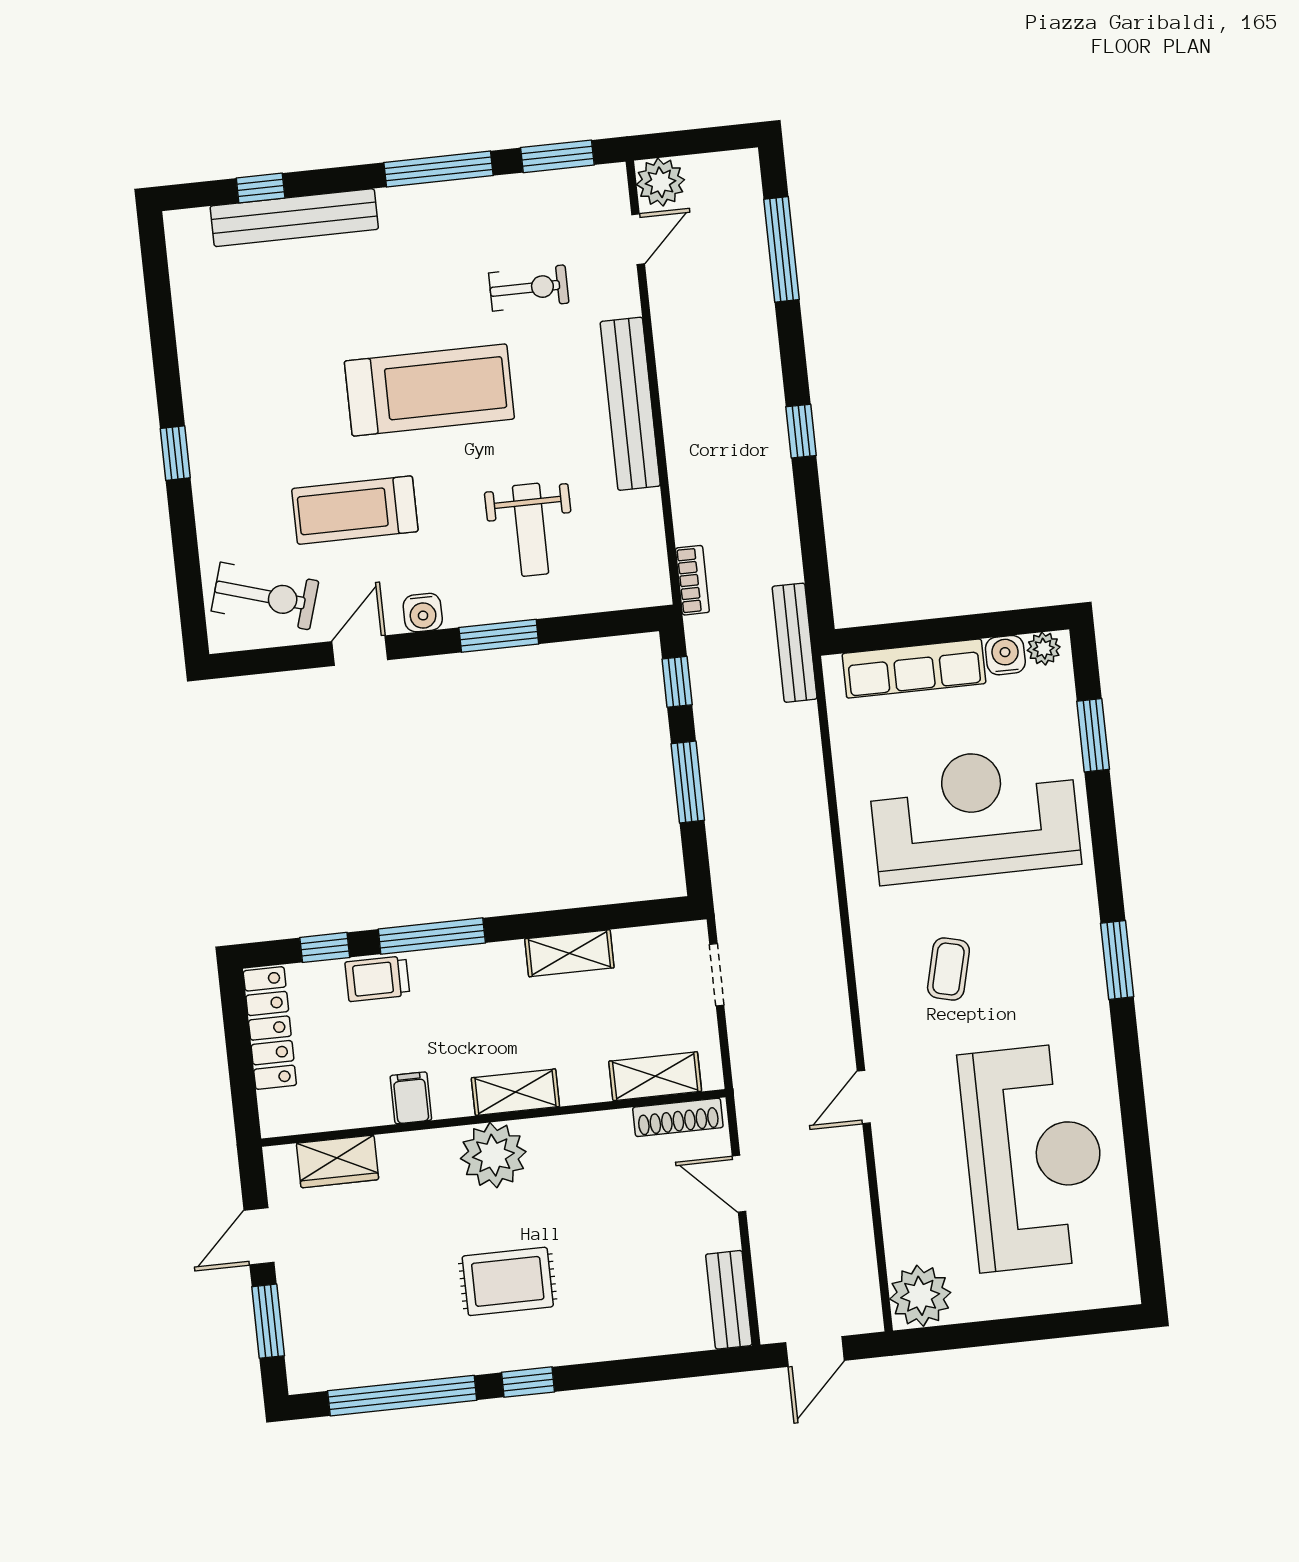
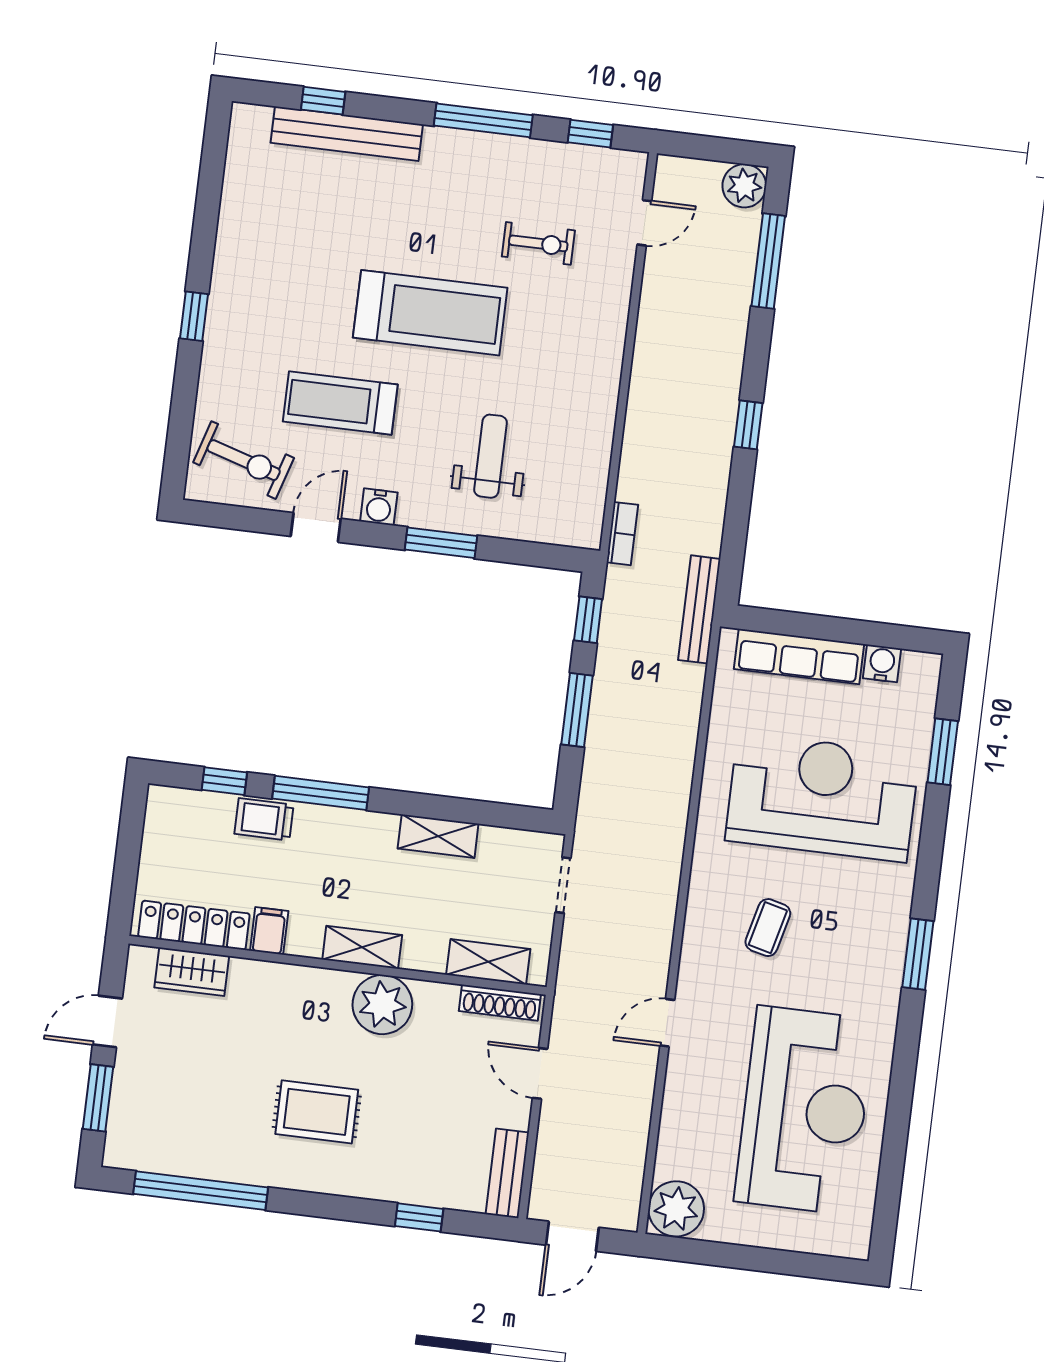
window: (557, 156) -> (590, 134), width x0.67
plant: (661, 182) -> (744, 186), moved
bench: (630, 404) -> (604, 366), removed
weight bench: (531, 530) -> (490, 456), turned 180
plant: (1044, 649) -> (917, 665), removed
locker: (270, 1028) -> (194, 925), moved, turned -90
plant: (493, 1155) -> (382, 1005), moved
window: (528, 1382) -> (419, 1217), moved

